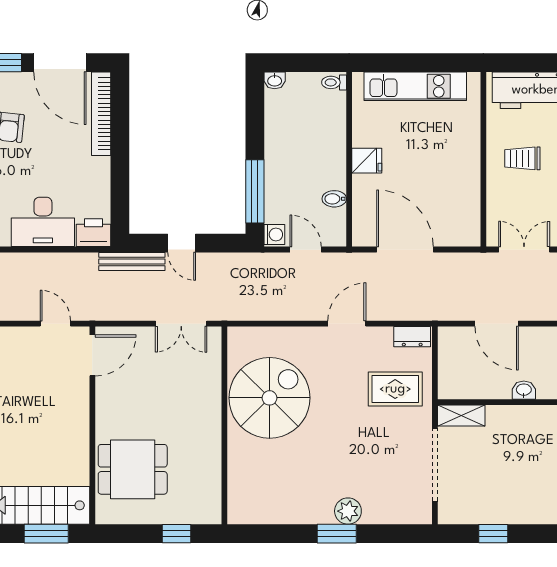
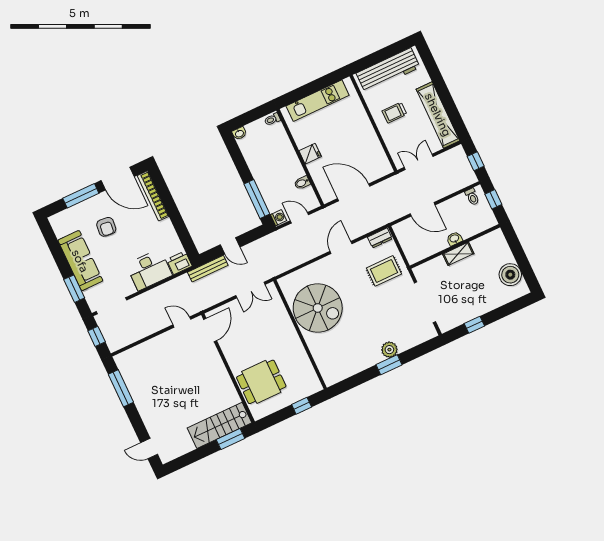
spiral stairs: (270, 398) -> (318, 308), turned 90
shelving: (461, 416) -> (458, 254), moved

